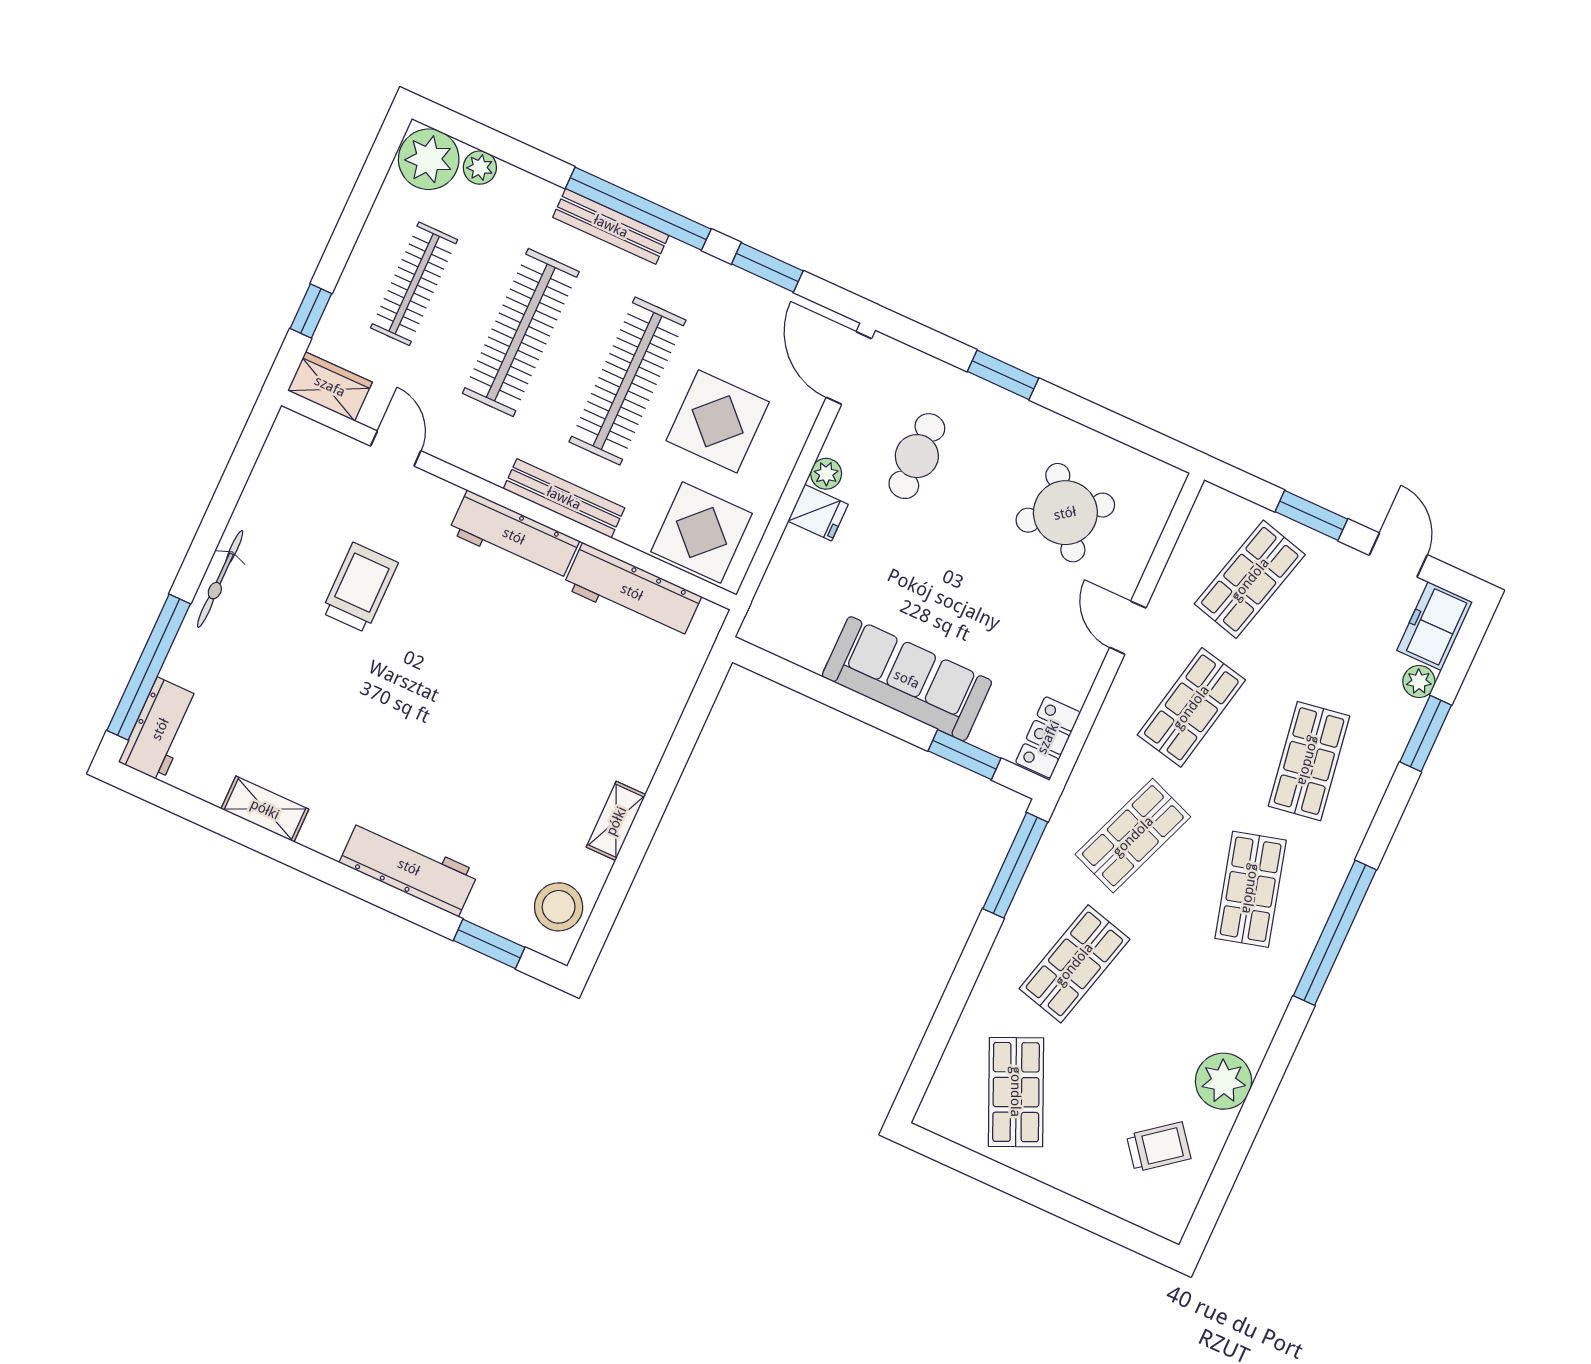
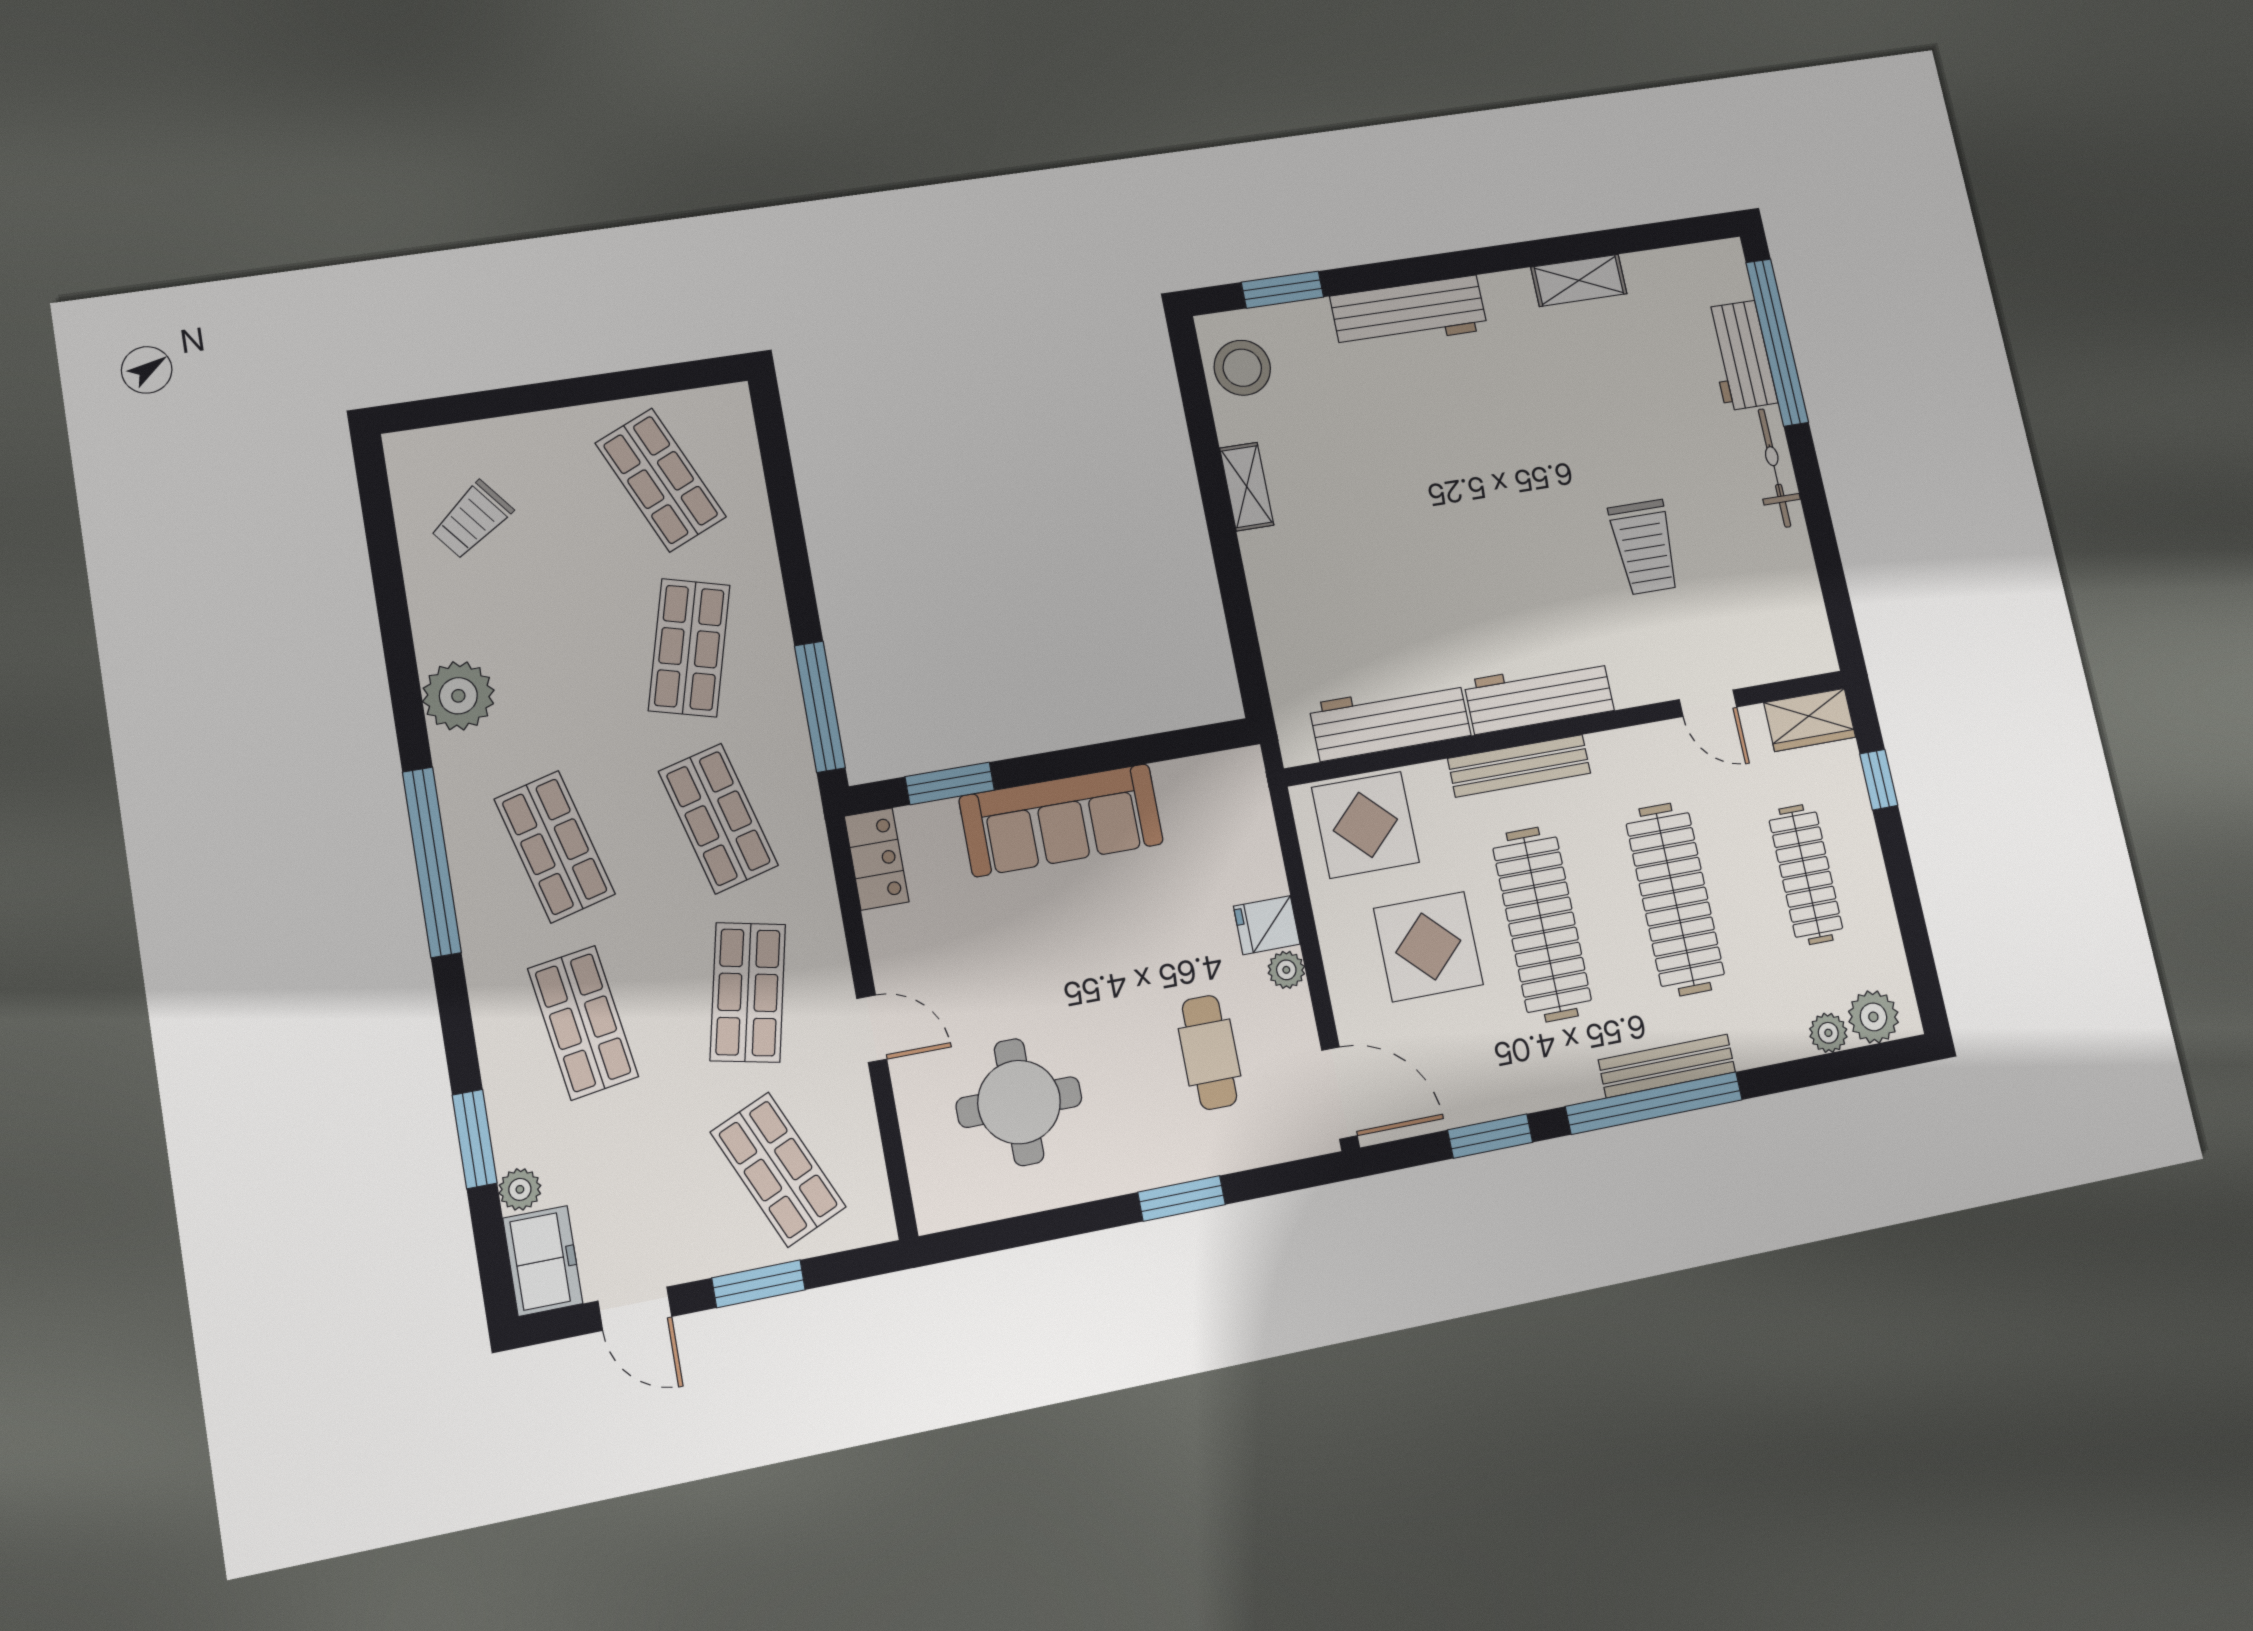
plant: (429, 159) -> (1873, 1017), width x0.73, depth x0.73
round table: (1065, 513) -> (1019, 1102), turned 36
shop shelf: (1250, 579) -> (778, 1170), turned -39
workbench: (160, 729) -> (1740, 356), moved
shop shelf: (1133, 836) -> (718, 818), turned -36
plant: (1224, 1081) -> (458, 696), moved

